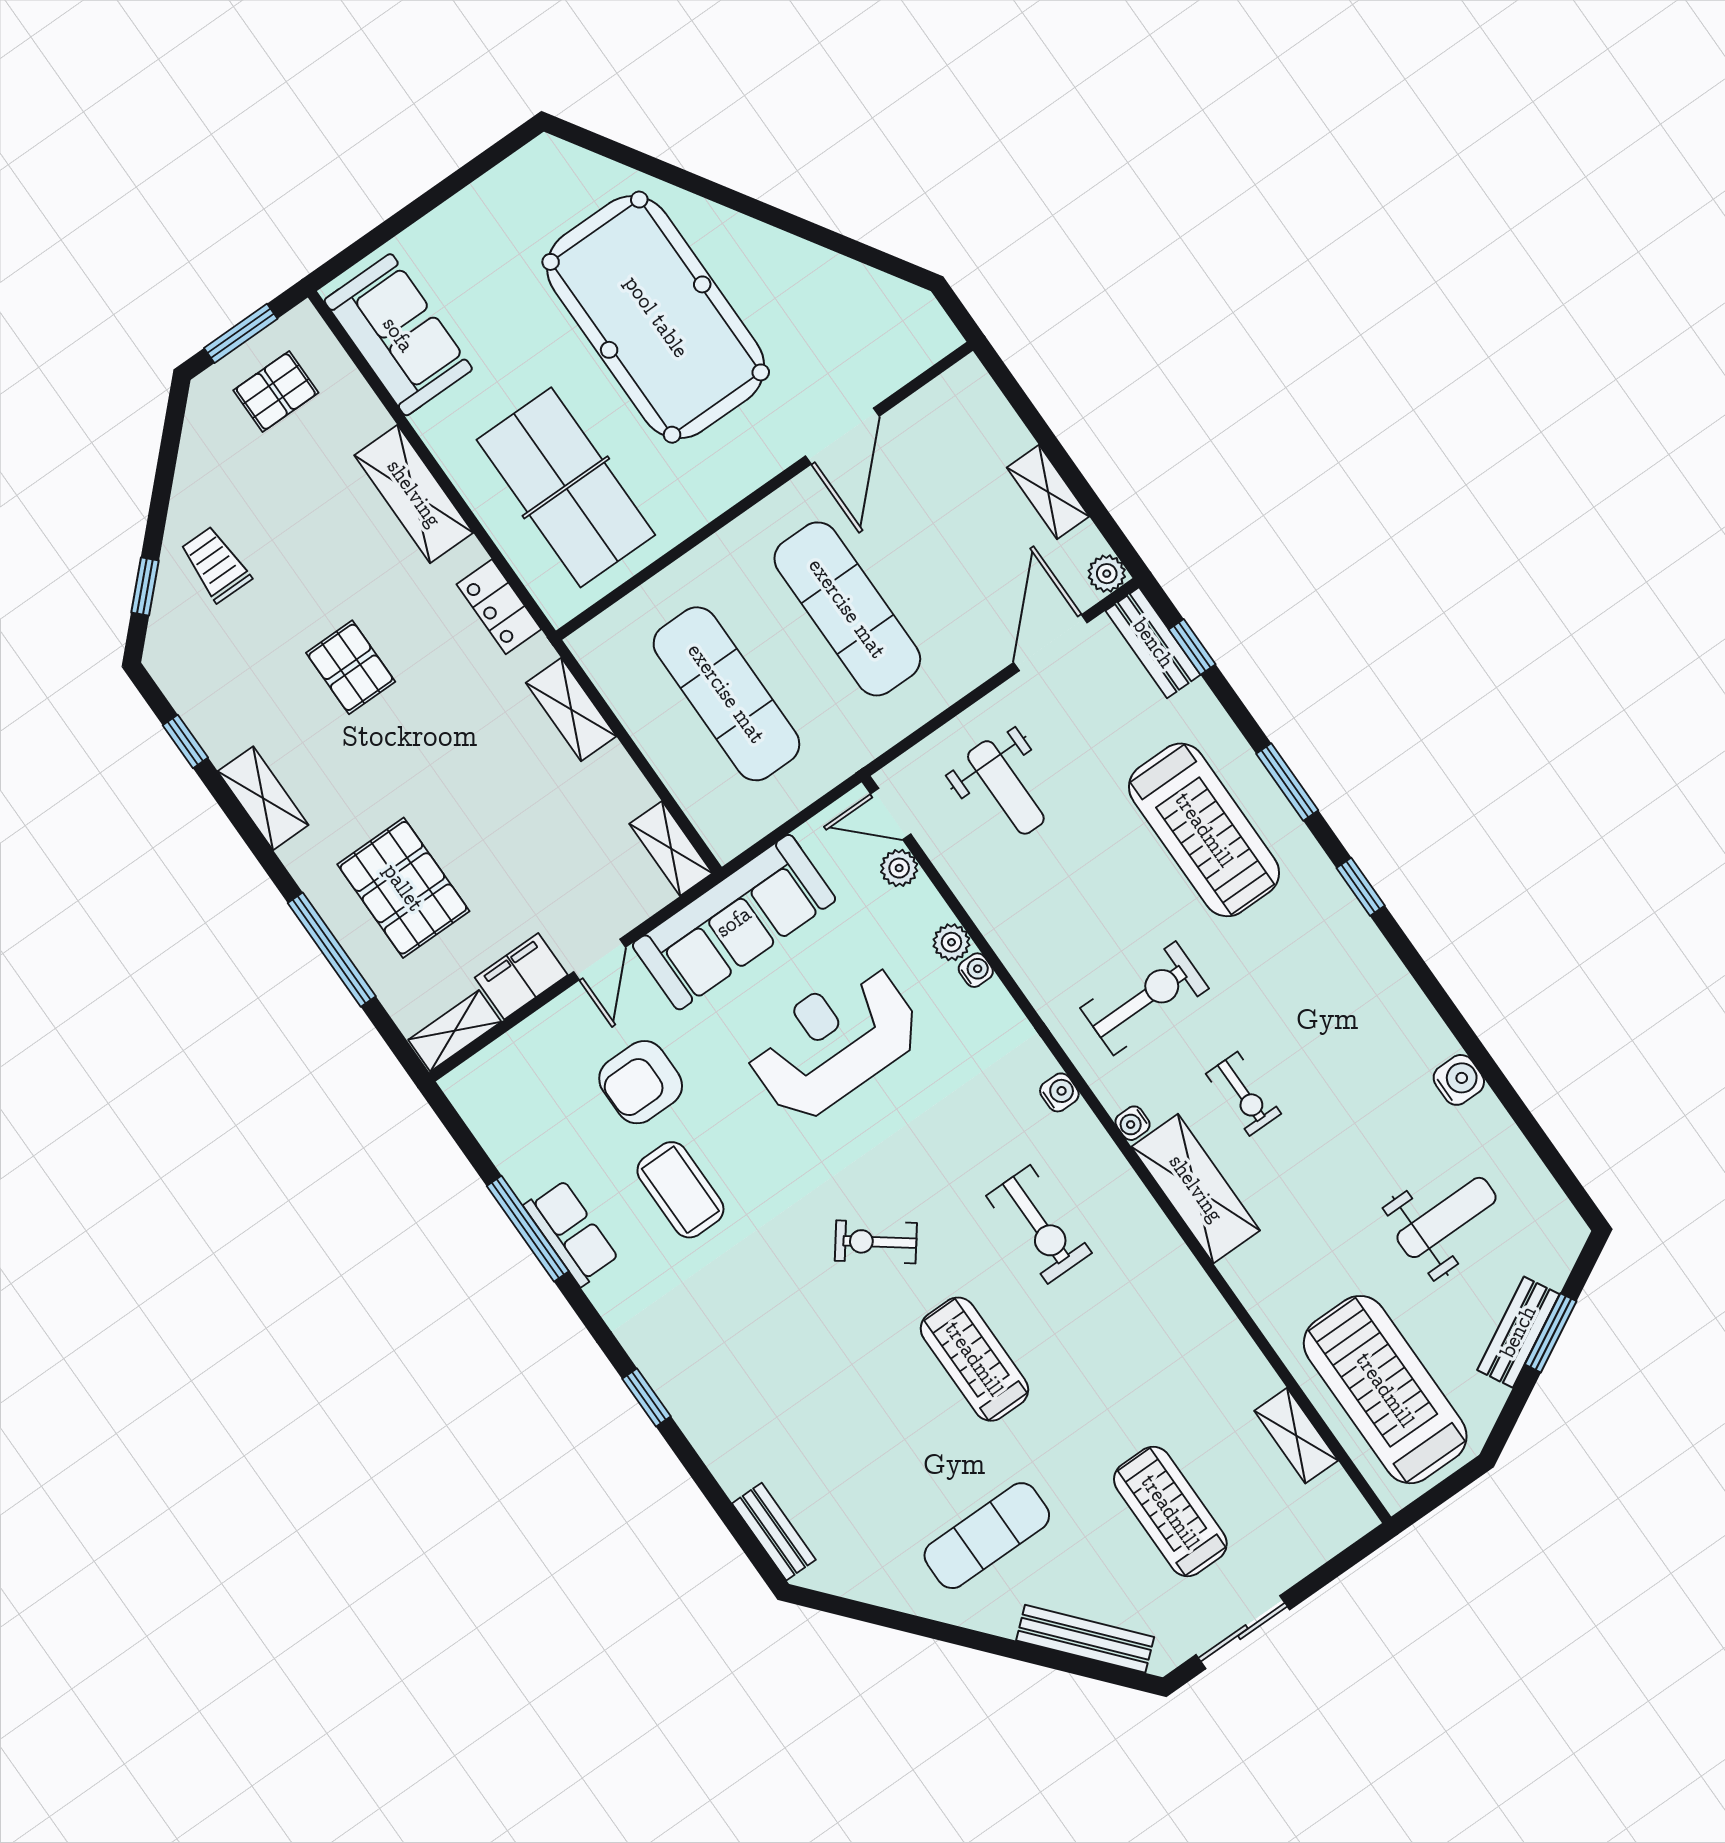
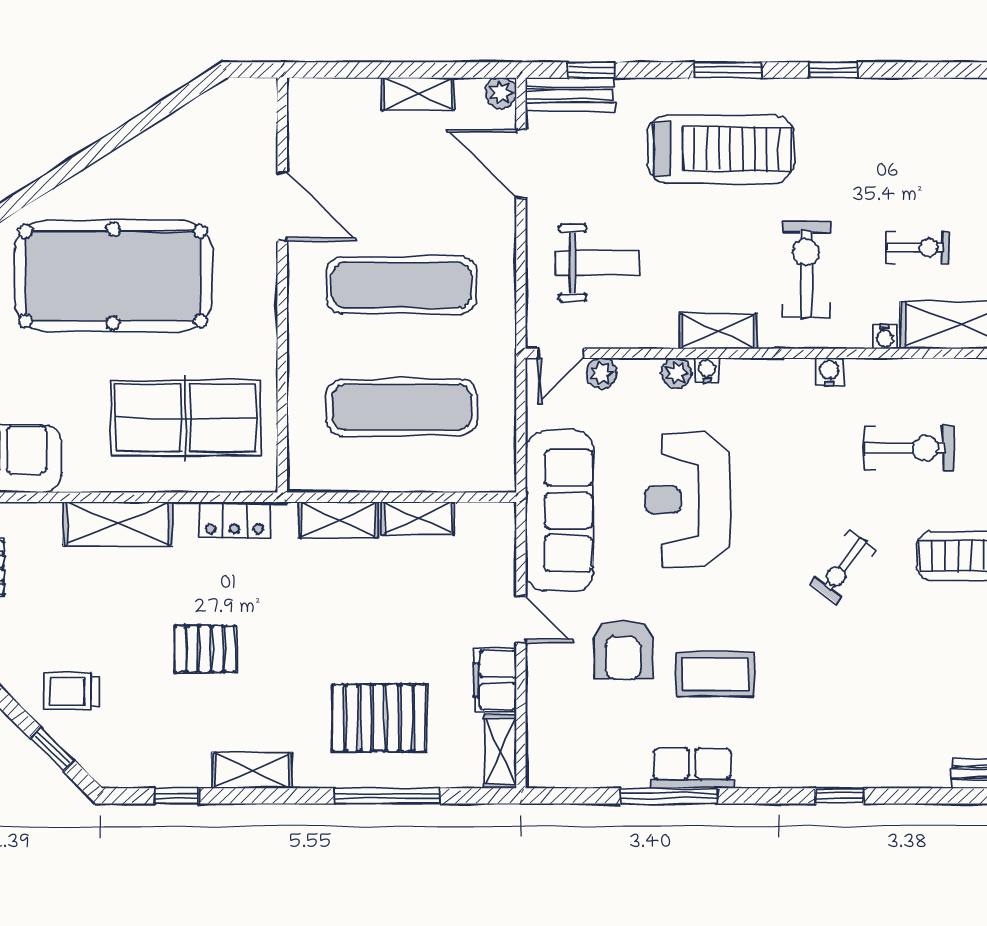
shelving: (671, 849) -> (418, 518), moved
shelving: (1022, 954) -> (718, 331), added

